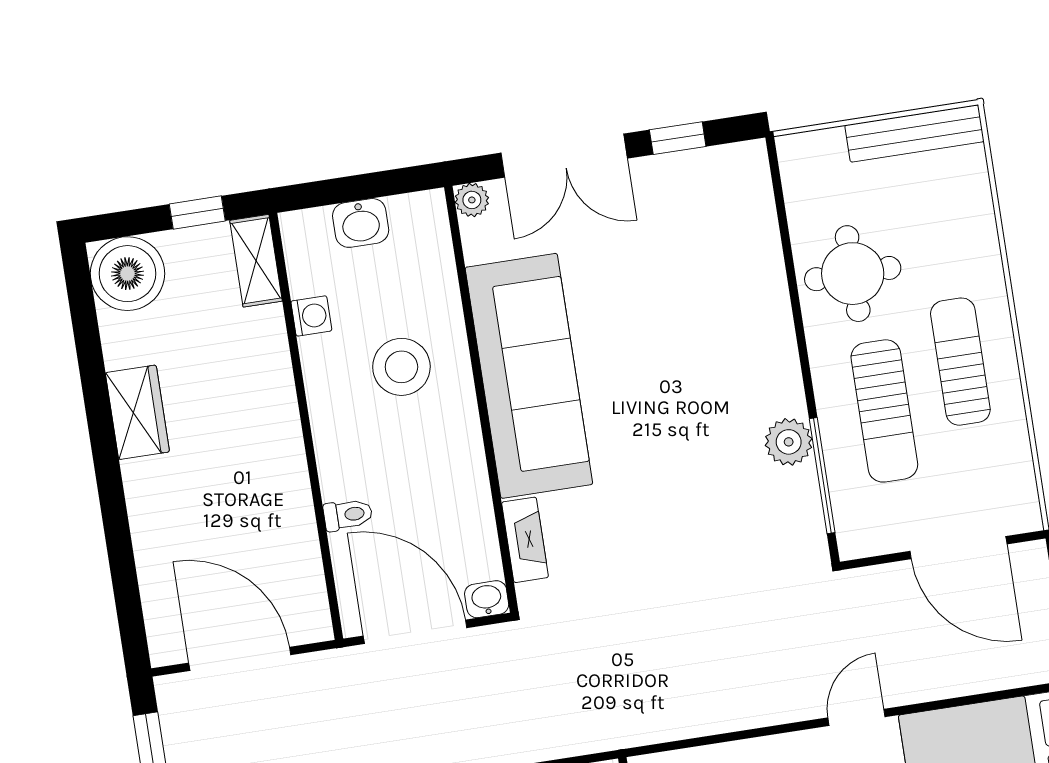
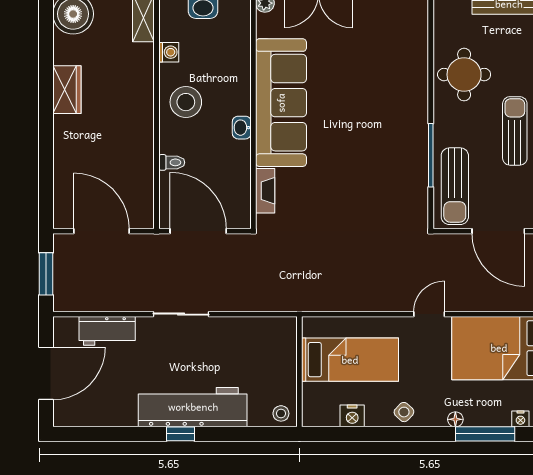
stool: (401, 367) -> (186, 102), moved
sun lounger: (884, 411) -> (455, 186), moved
plant: (789, 442) -> (415, 160), removed
window: (822, 476) -> (431, 155), moved
washbasin: (487, 599) -> (242, 128), moved, turned -90

